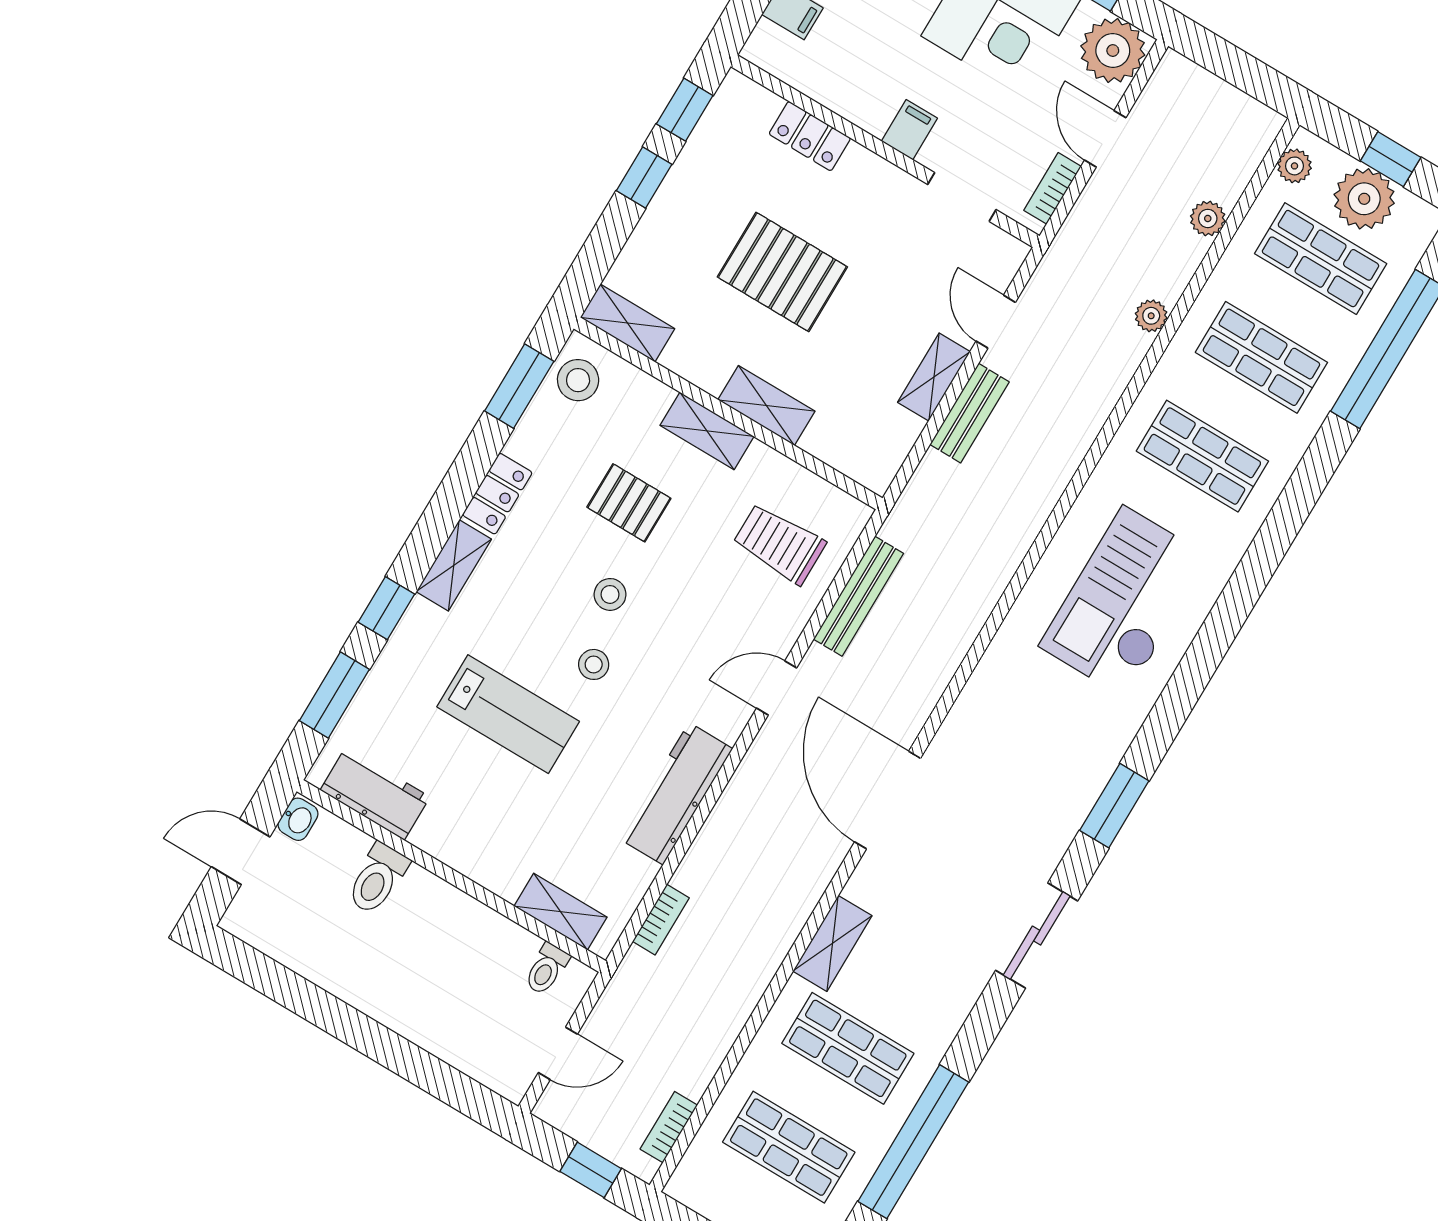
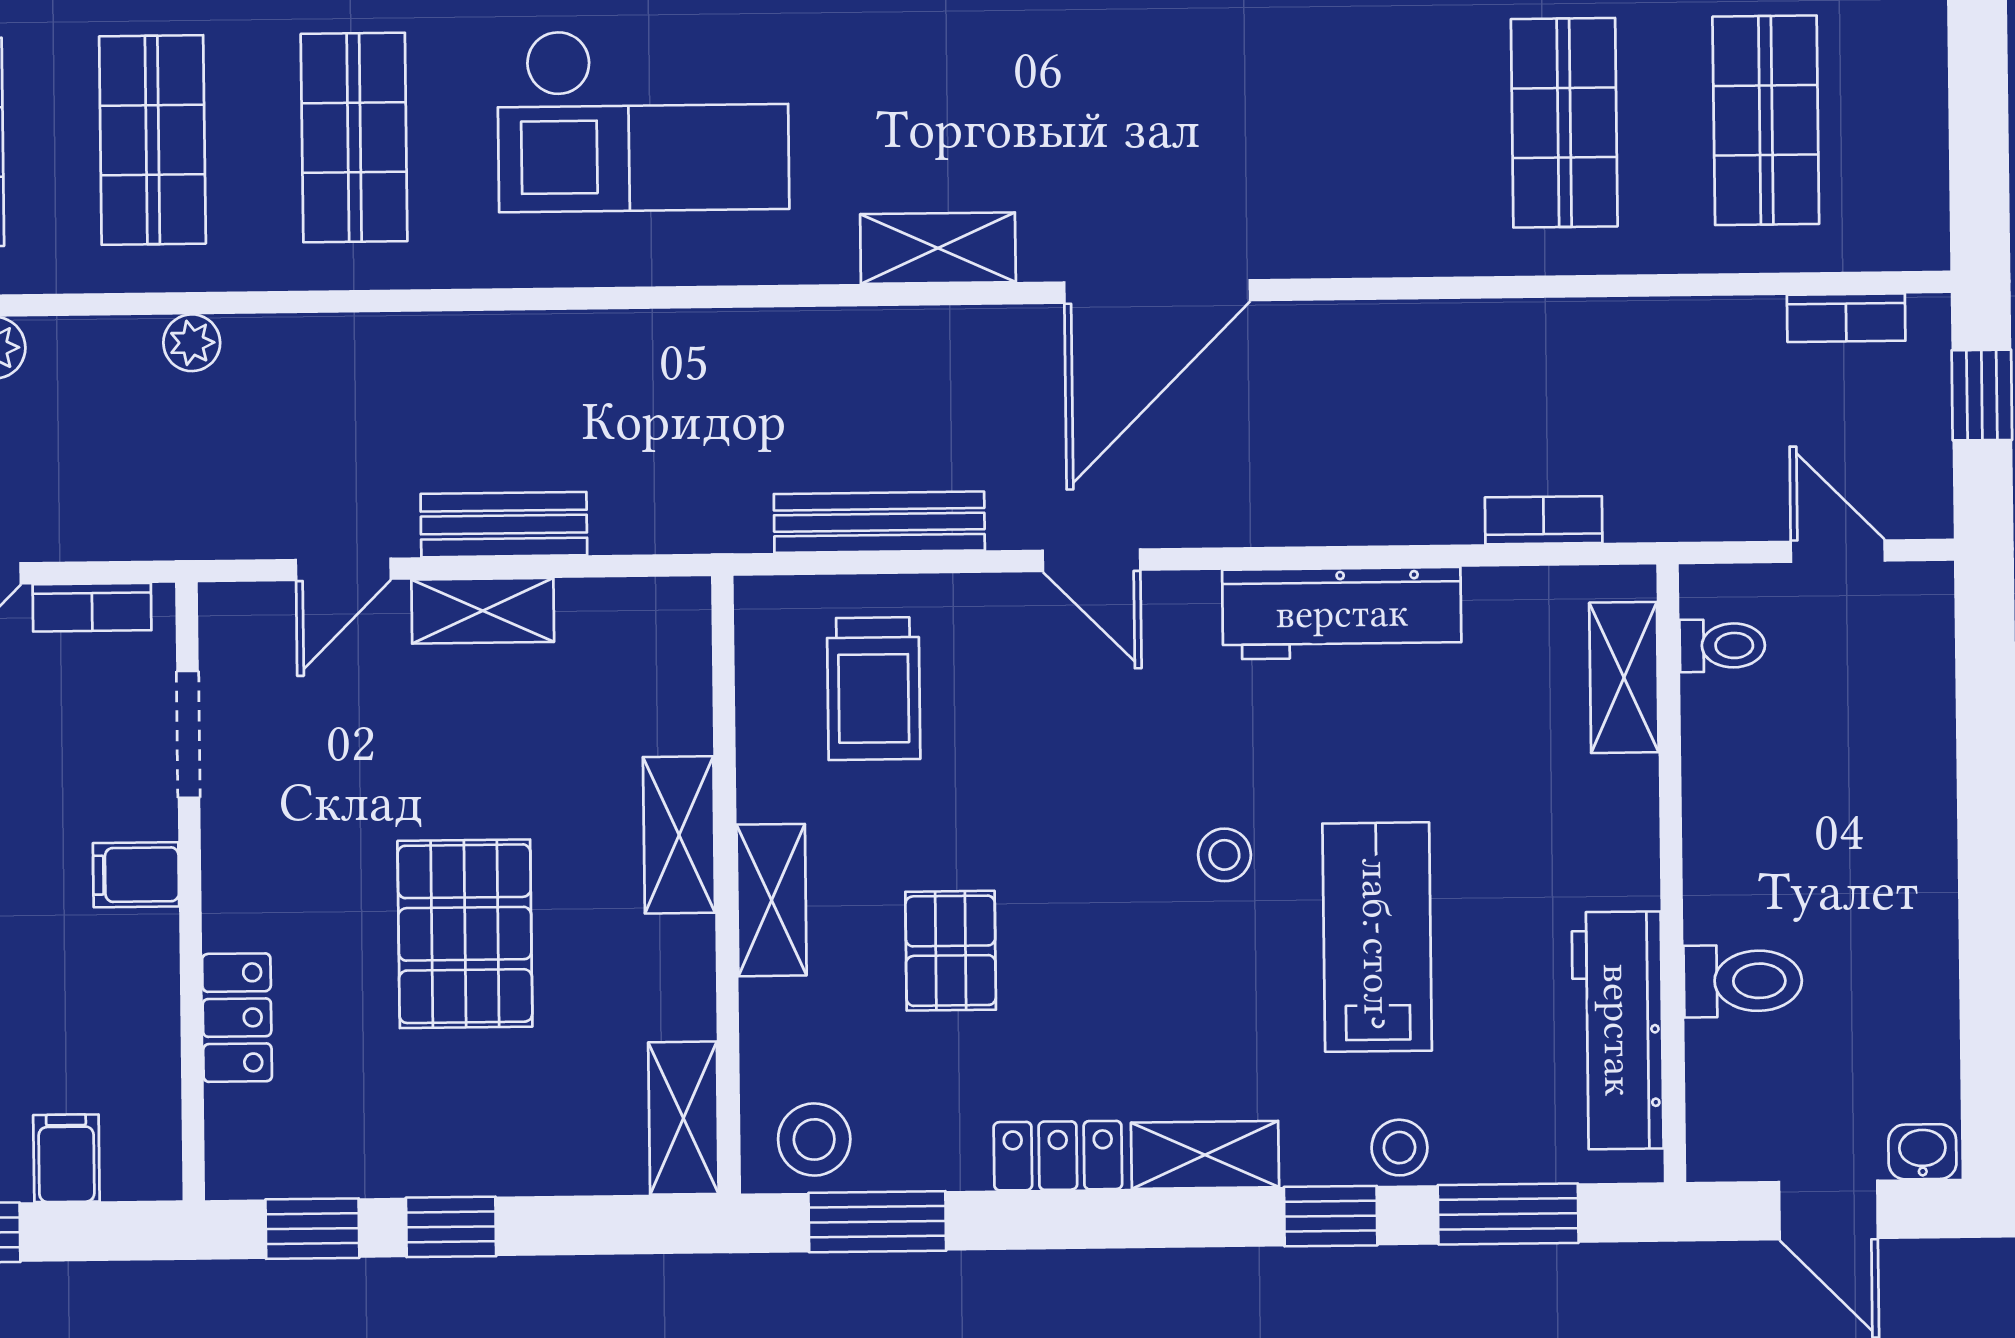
stool: (610, 594) -> (1399, 1148), moved
workbench: (375, 794) -> (1618, 1030), width x1.38
washbasin: (298, 819) -> (1922, 1152), moved
shelving: (832, 943) -> (938, 248), moved

